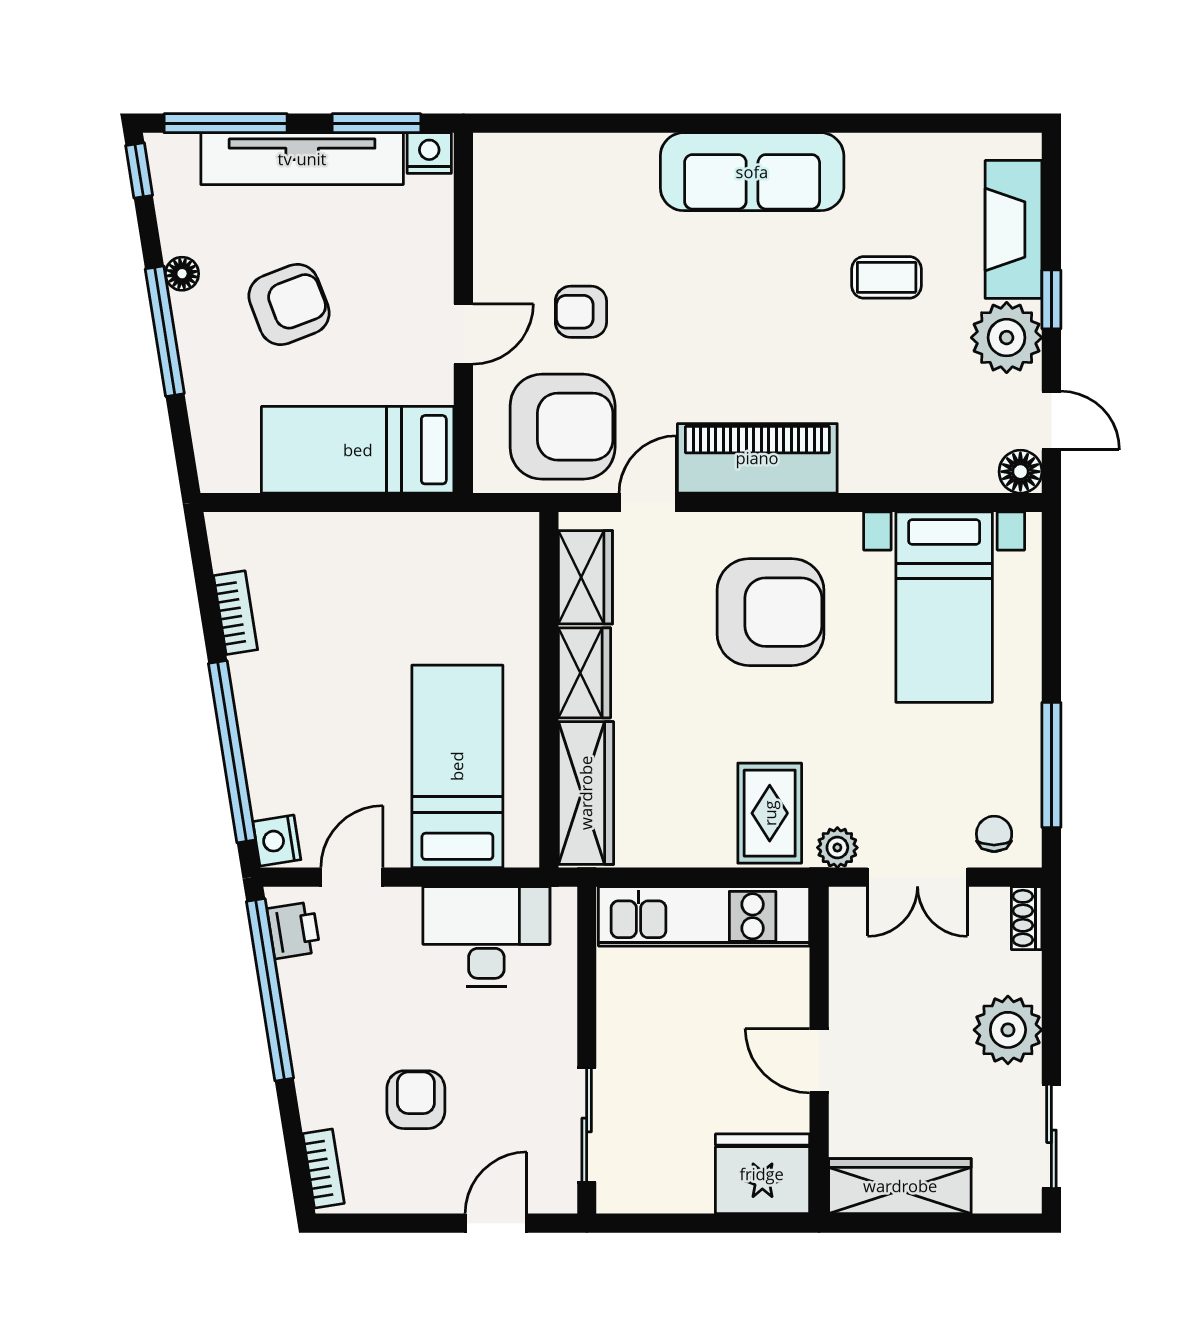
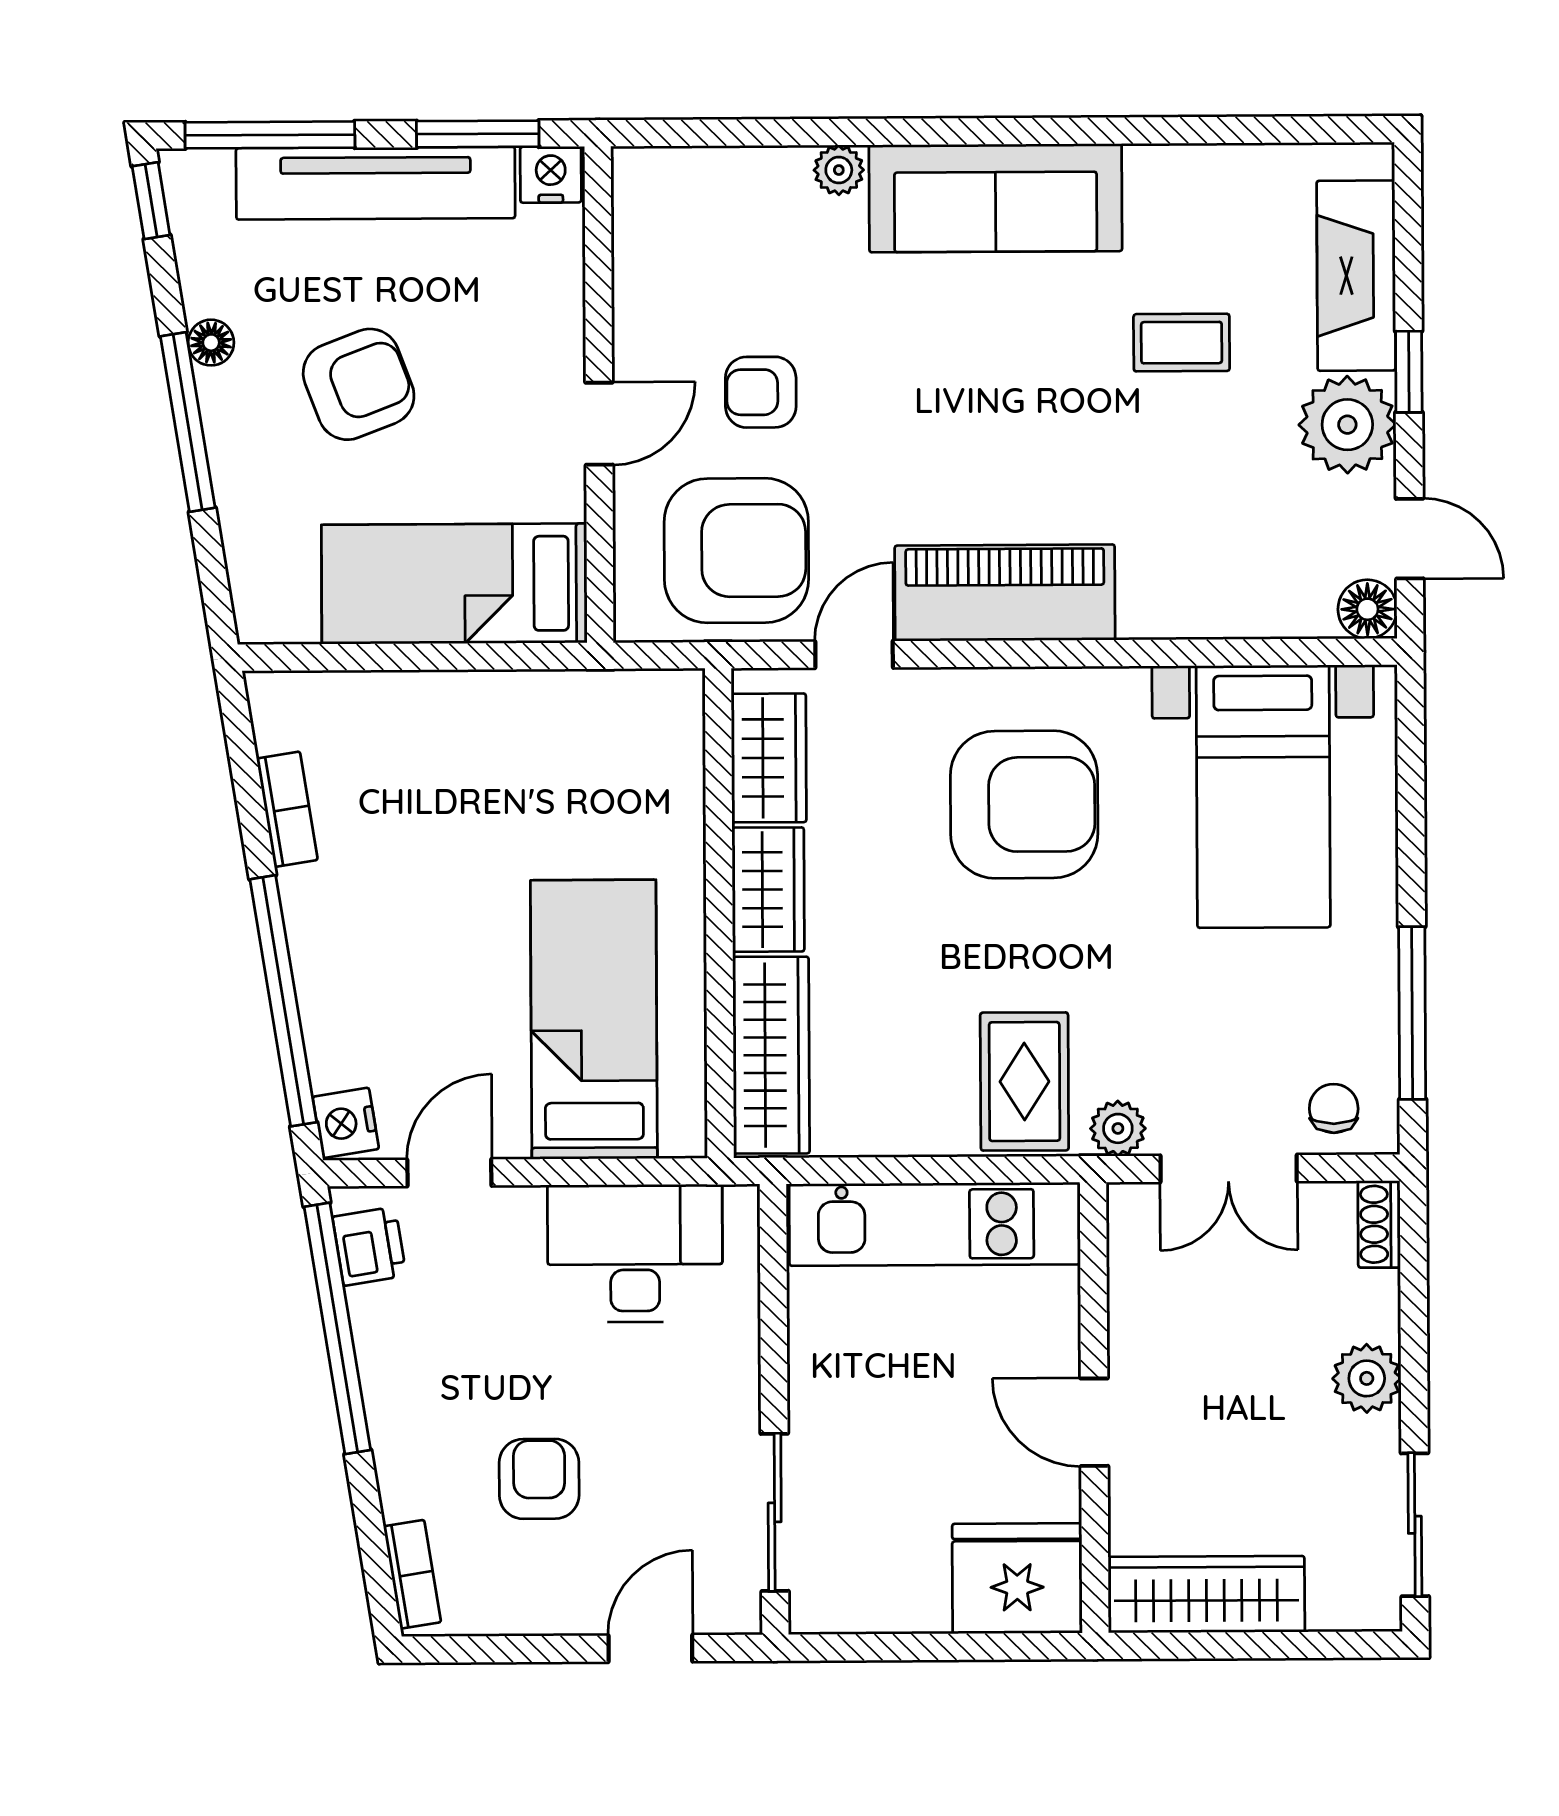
plant: (638, 151) -> (839, 170), added
plant: (1008, 1030) -> (1367, 1378), width x0.73, depth x0.73

